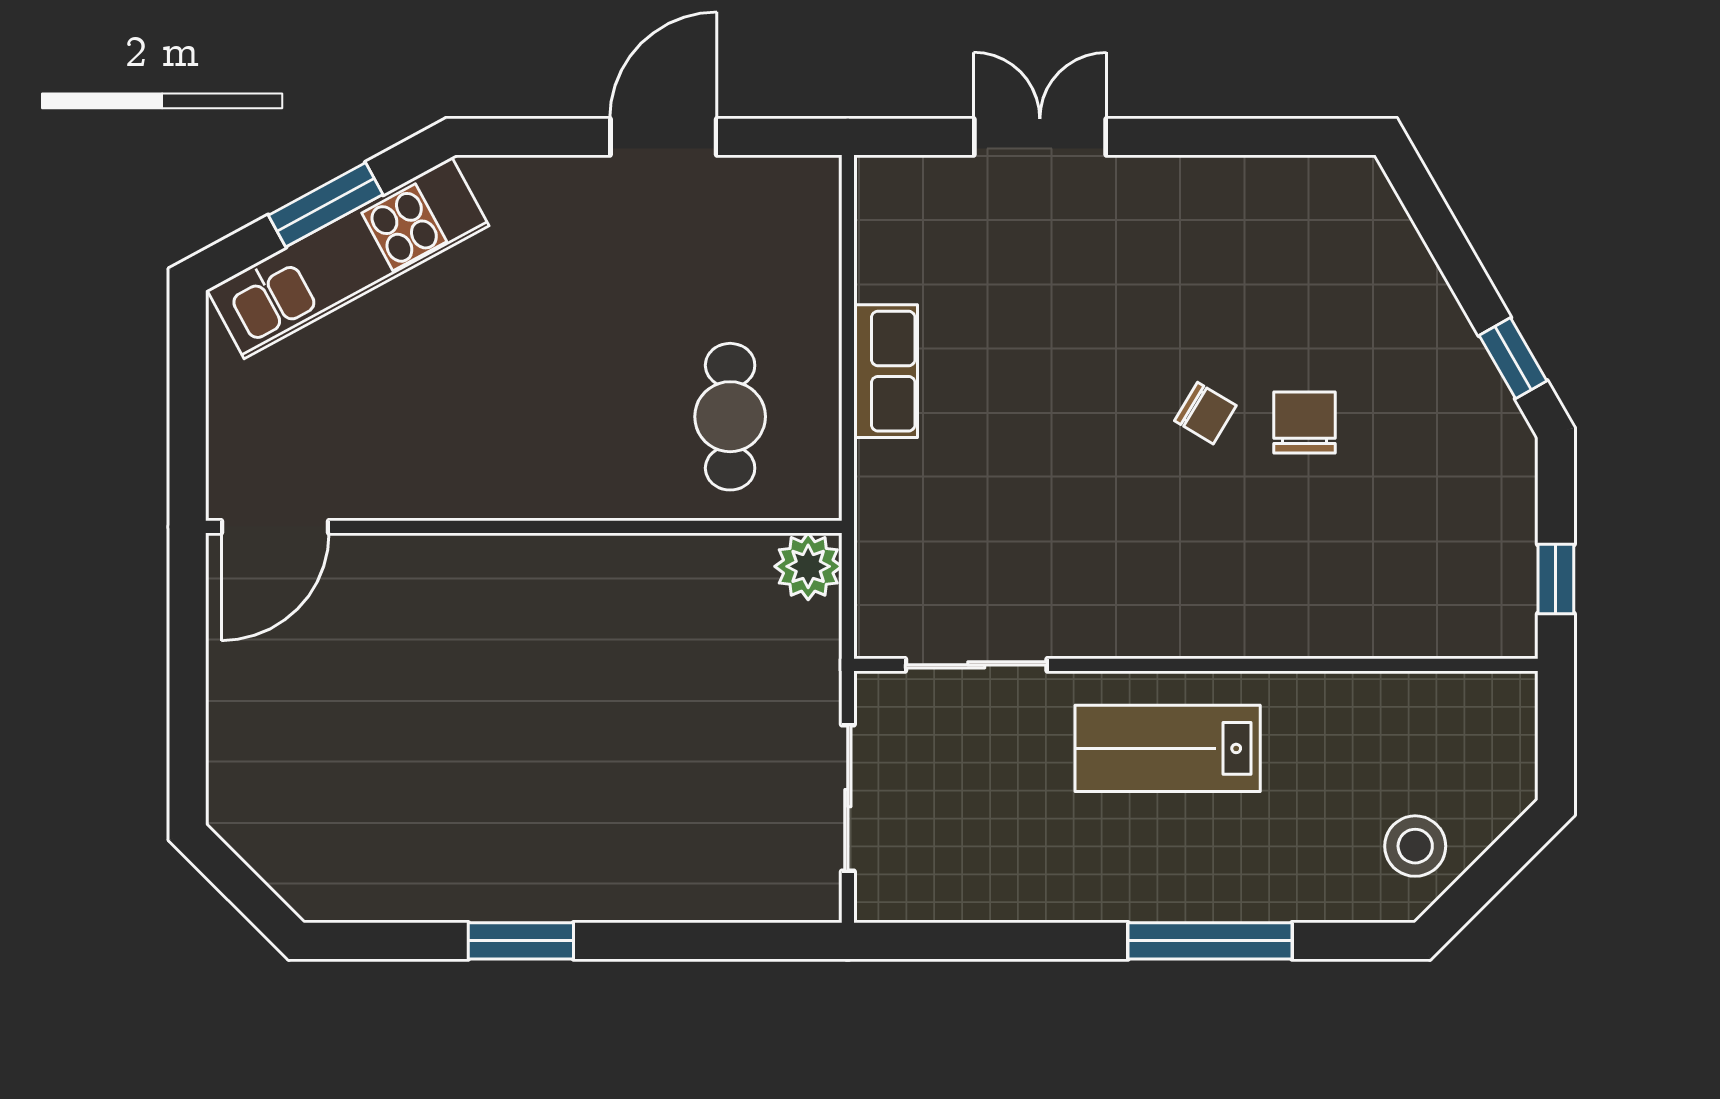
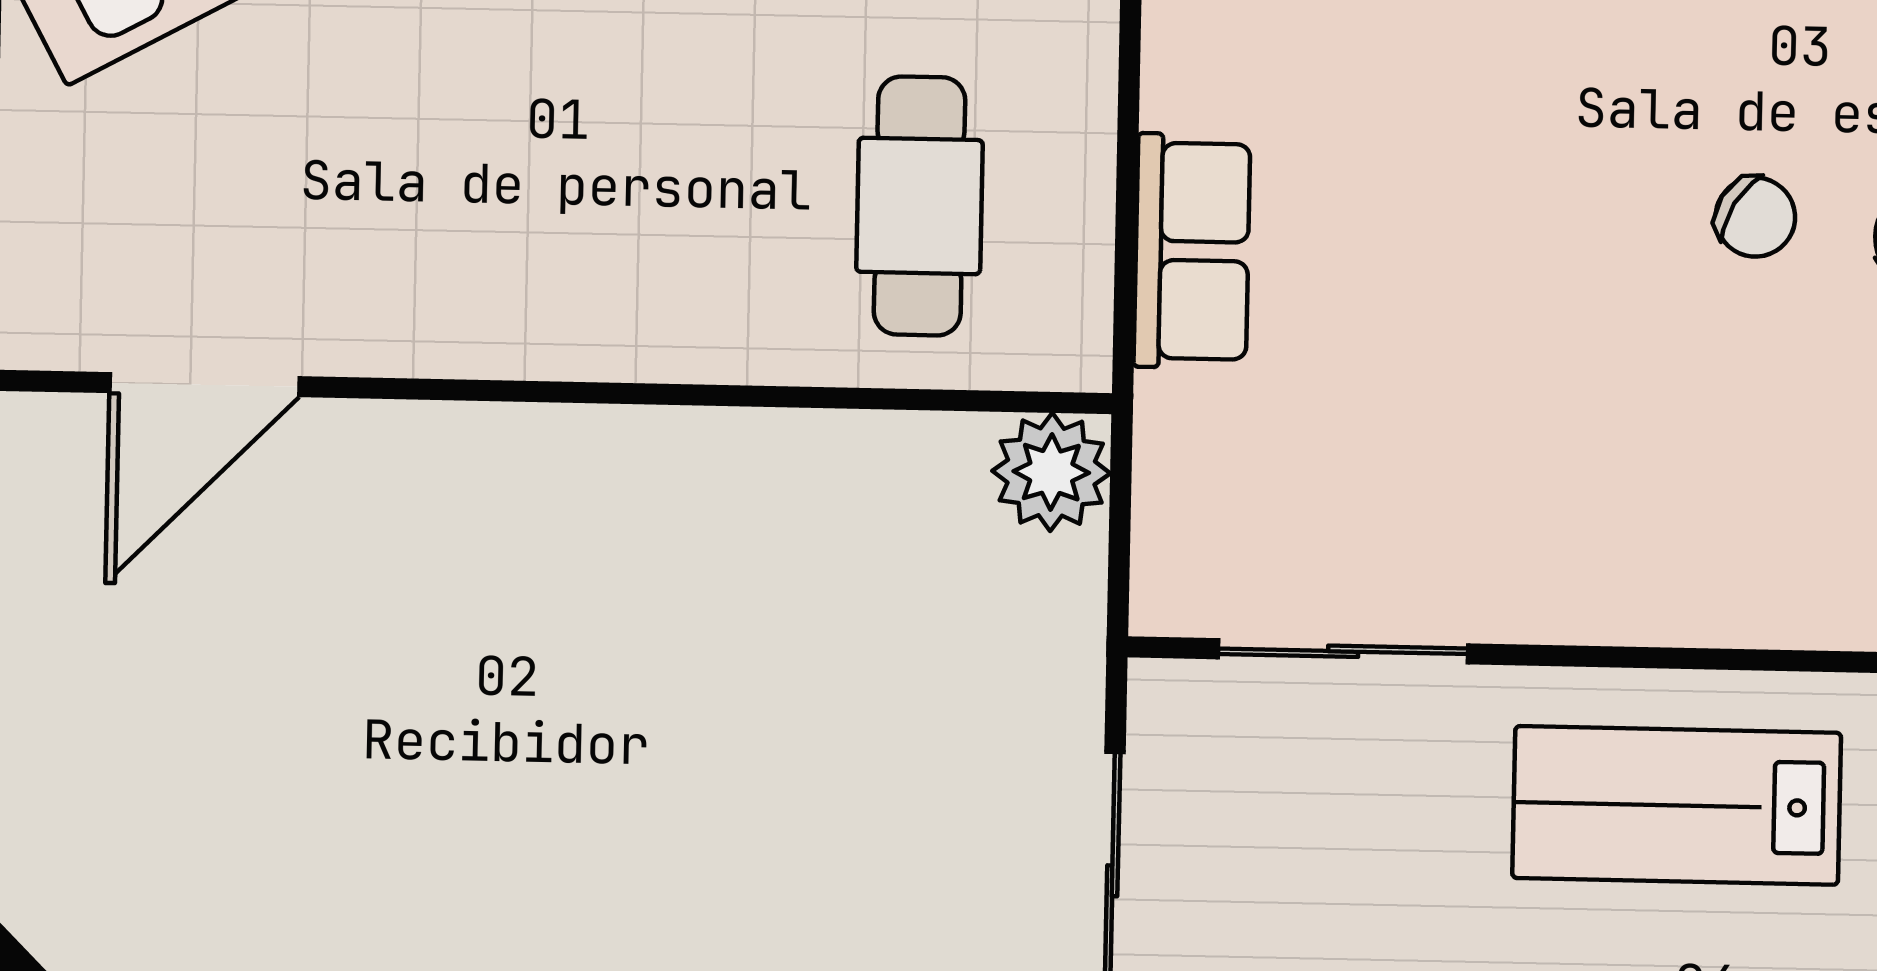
row of seats: (886, 371) -> (1192, 251), moved
door: (275, 527) -> (204, 385), moved

